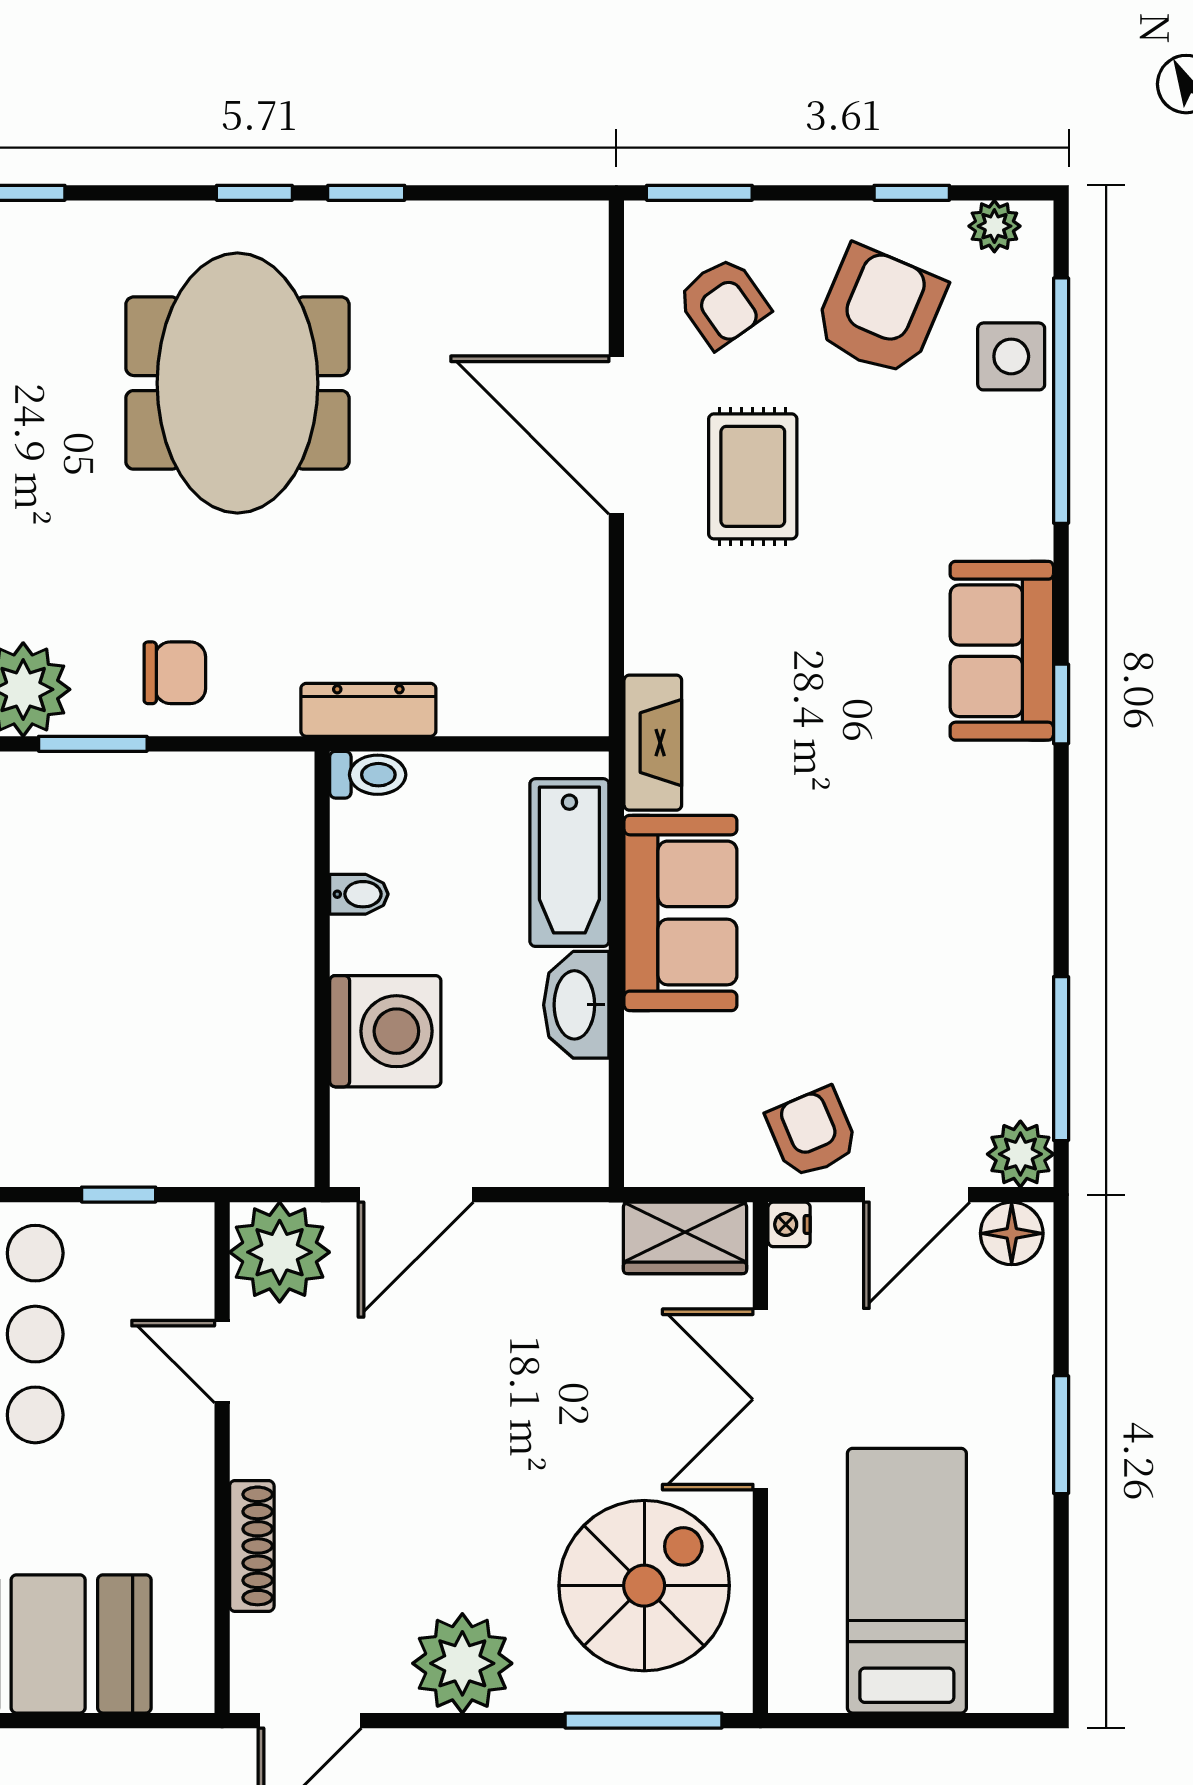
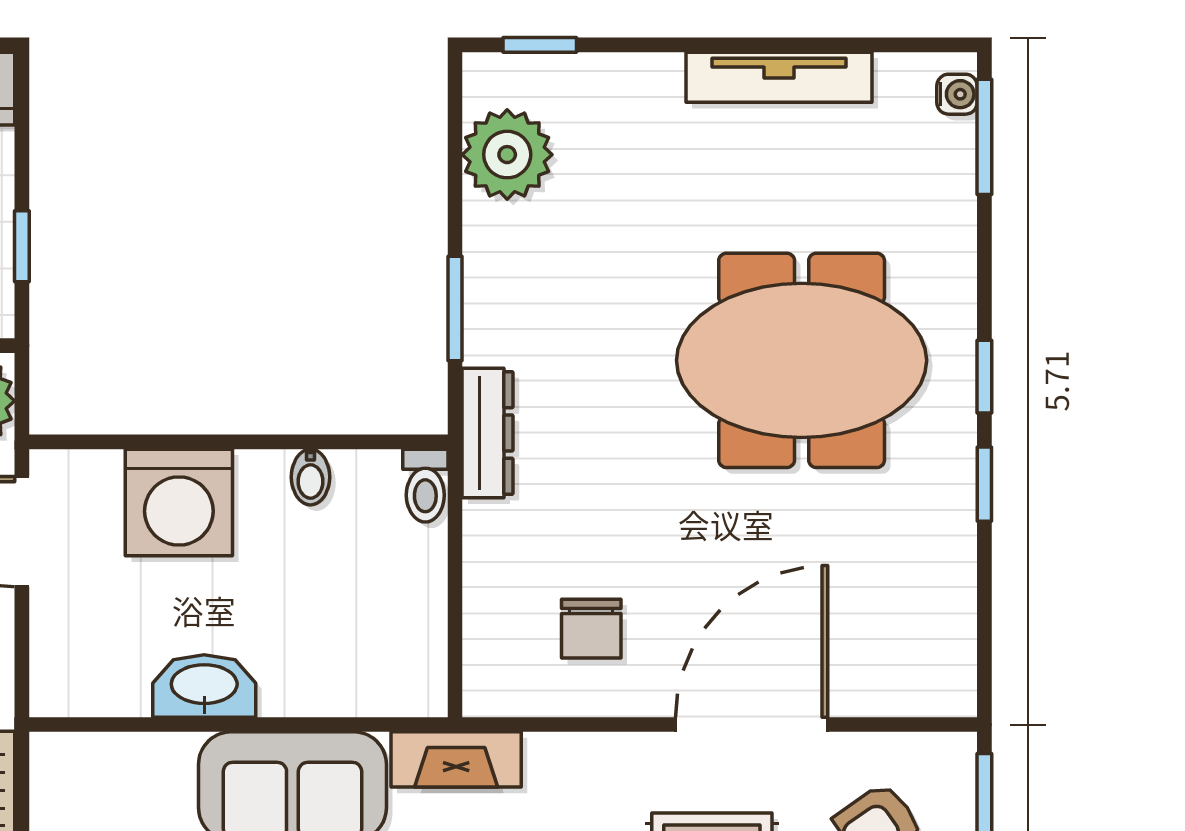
chair: (175, 673) -> (591, 629), moved
dresser: (368, 710) -> (488, 433), moved
window: (93, 744) -> (455, 308), moved
bathtub: (569, 863) -> (341, 679), removed

